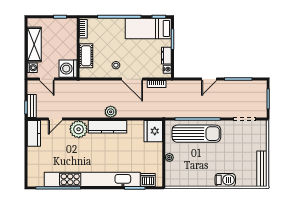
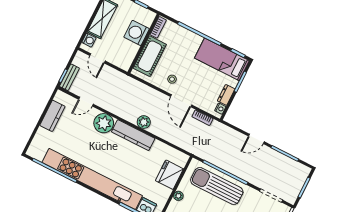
cot: (86, 56) -> (150, 56), width x1.37, depth x1.34
washing machine: (68, 69) -> (137, 33), moved
fridge: (153, 131) -> (169, 175), moved
kitchen counter: (34, 133) -> (52, 116), moved
sun lounger: (196, 134) -> (217, 186), turned 180

